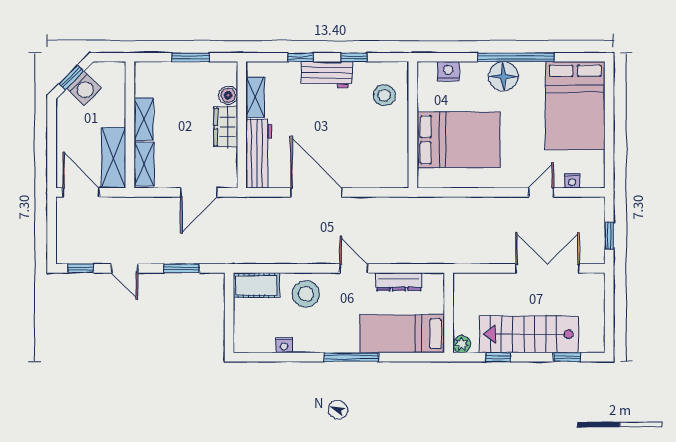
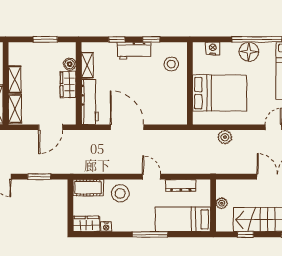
plant: (467, 208) -> (225, 137), added
wardrobe: (254, 341) -> (86, 224), added
plant: (462, 344) -> (222, 203), moved

